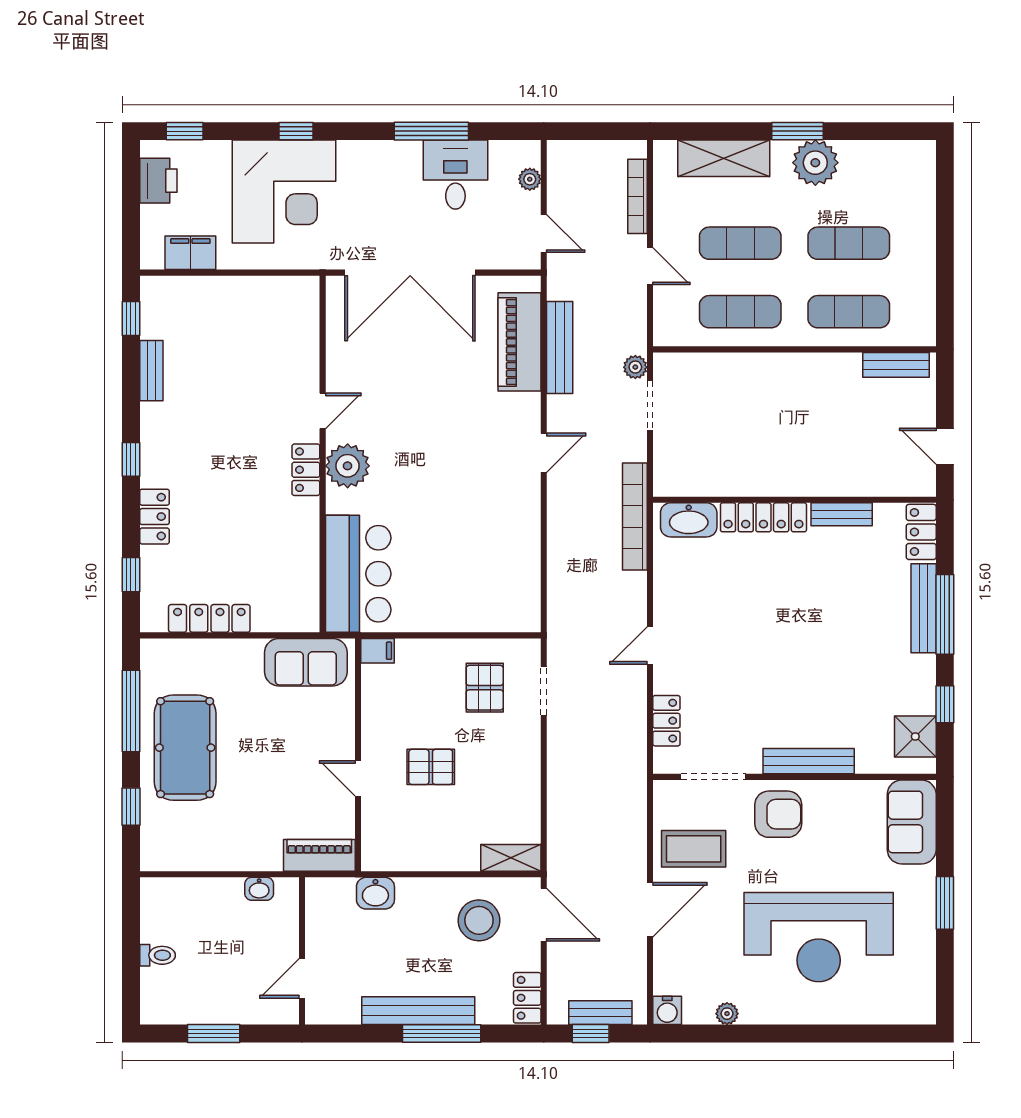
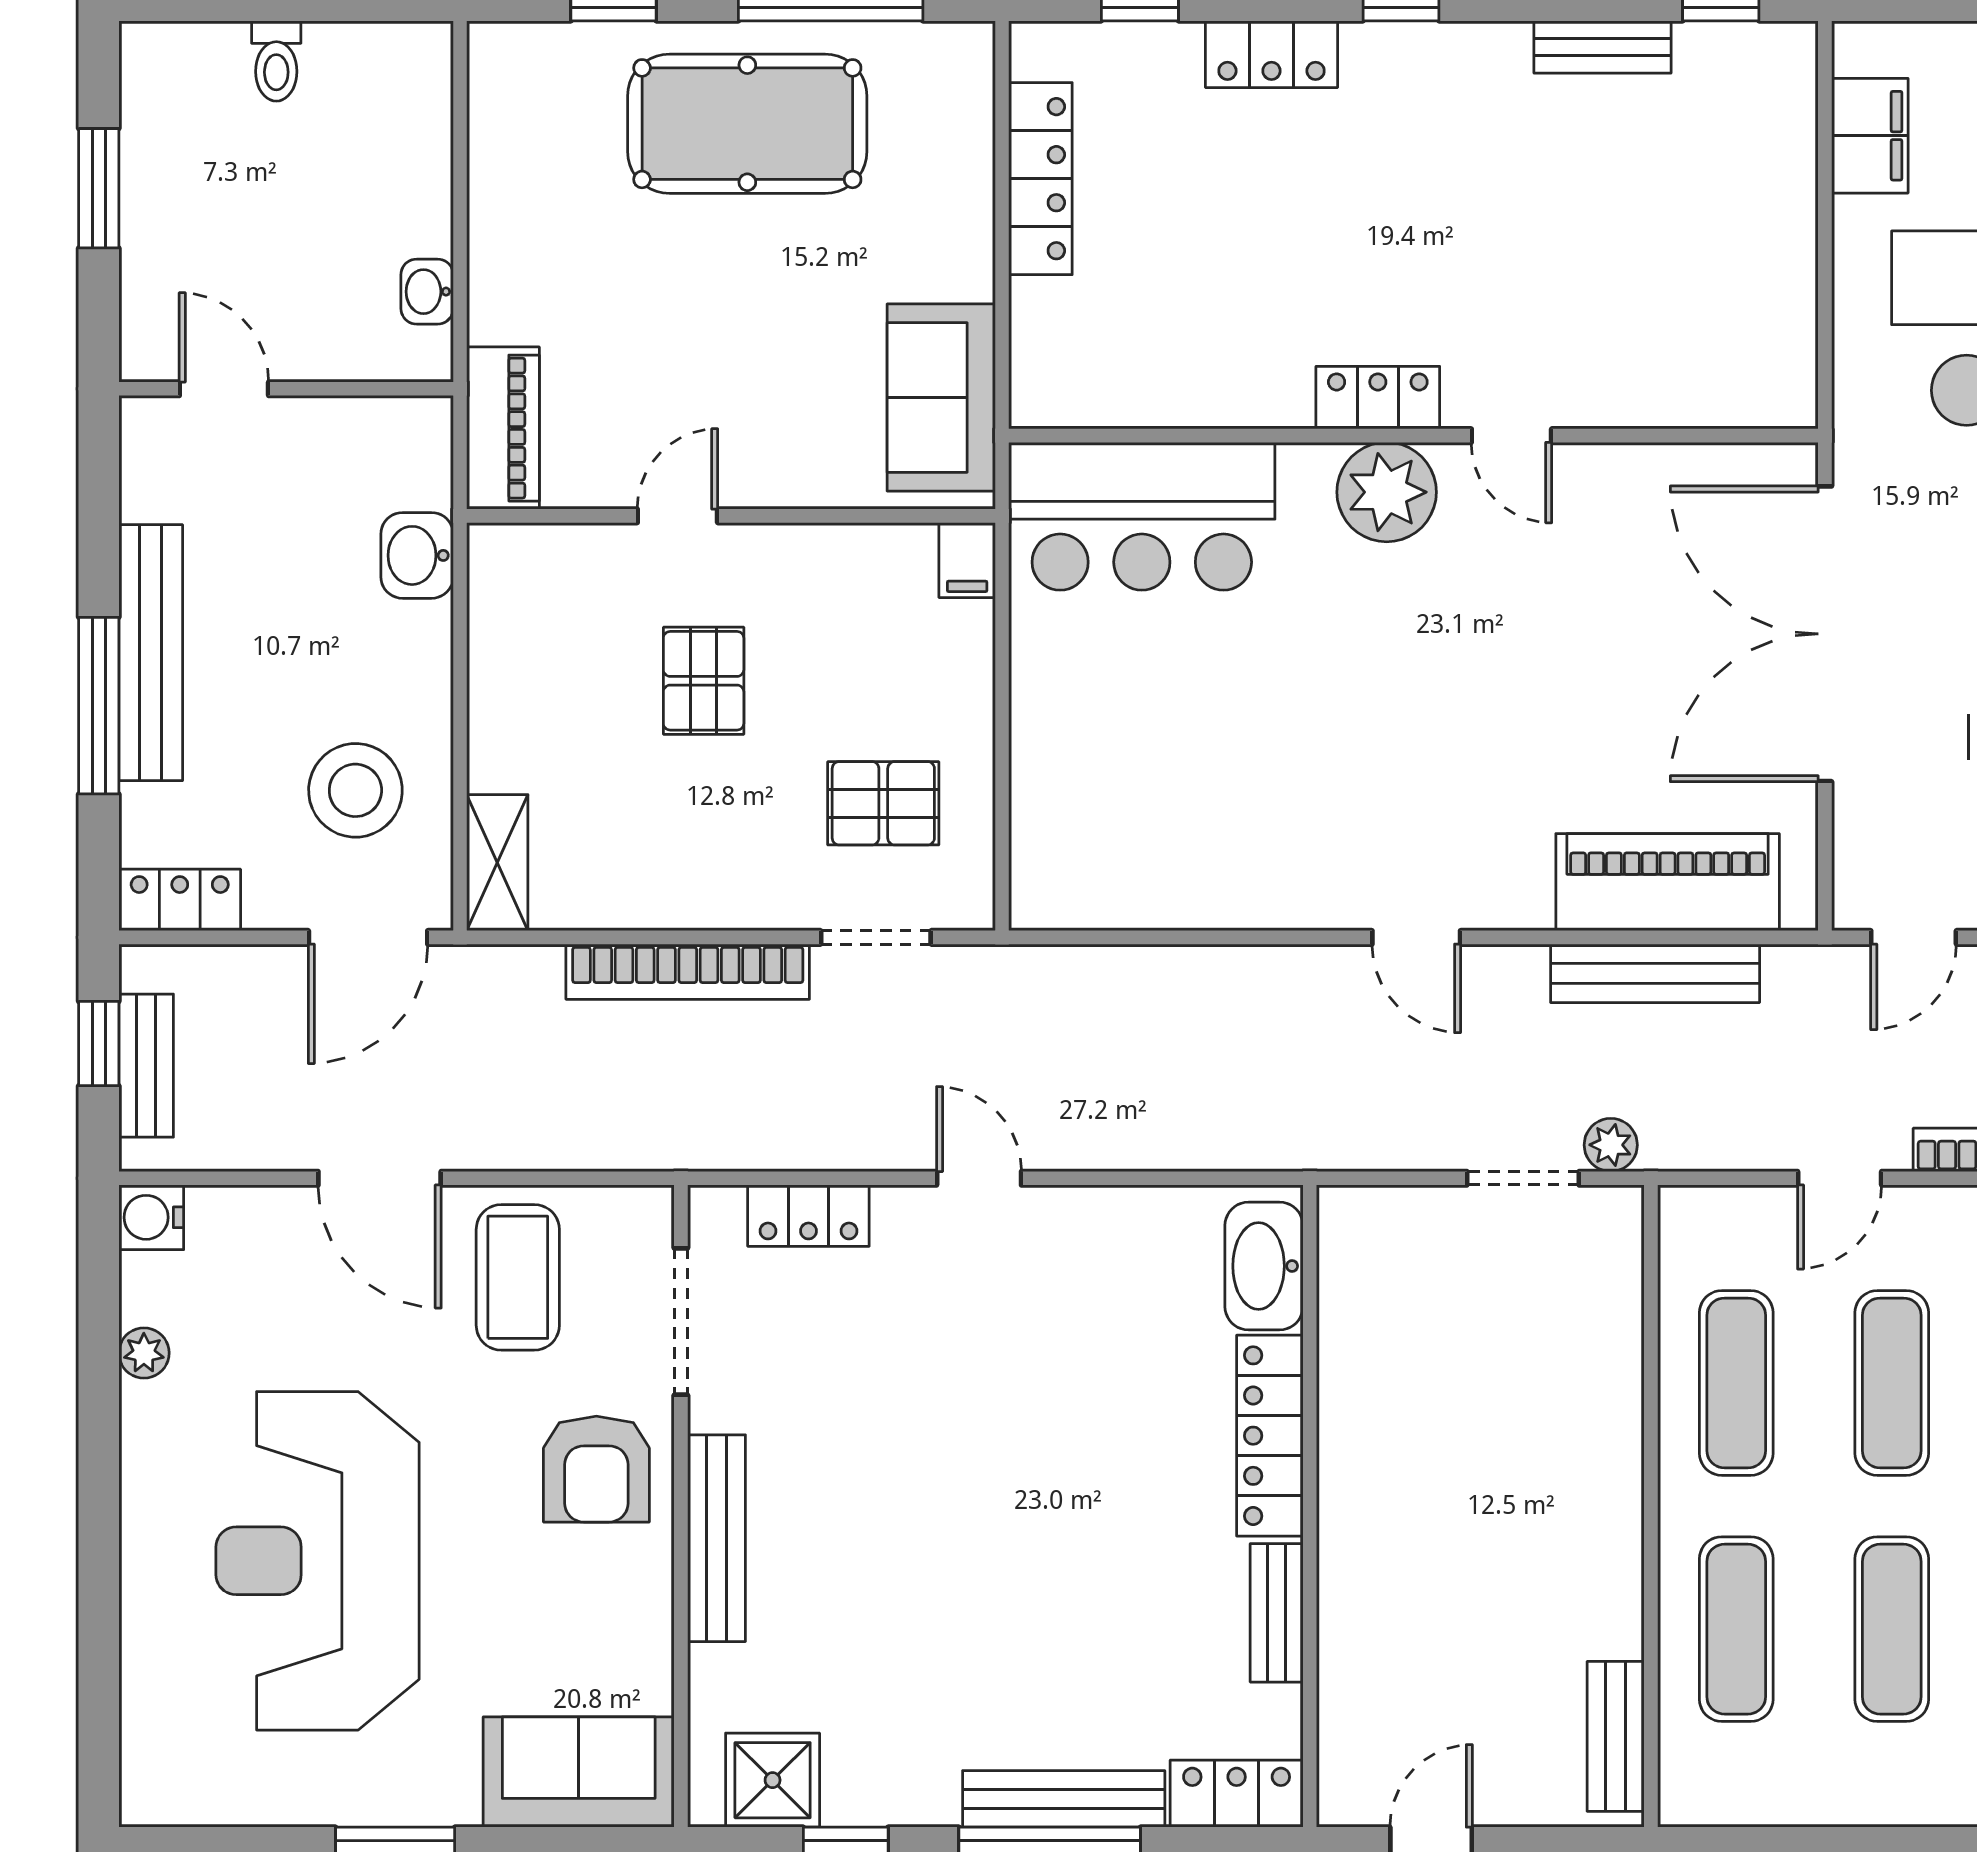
bookcase: (635, 516) -> (688, 972), moved, turned 180

